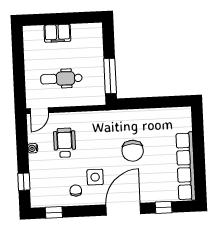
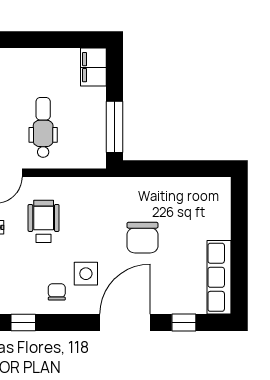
filing cabinet: (57, 33) -> (93, 67), moved, turned 90
dental chair: (61, 79) -> (43, 127), turned 90
row of seats: (186, 166) -> (219, 277), width x0.73

